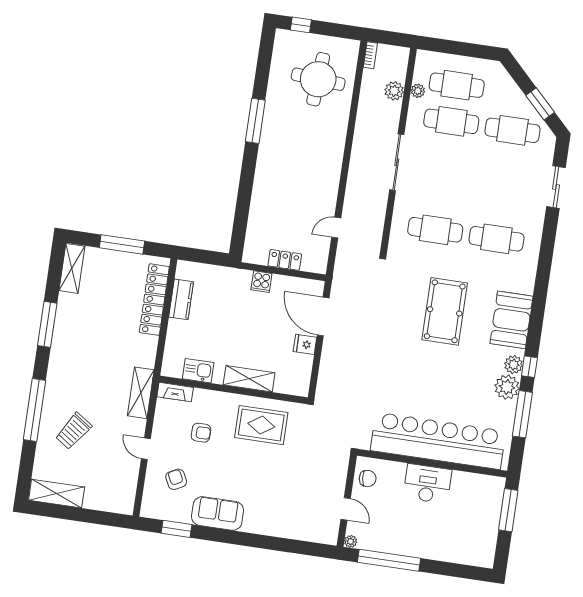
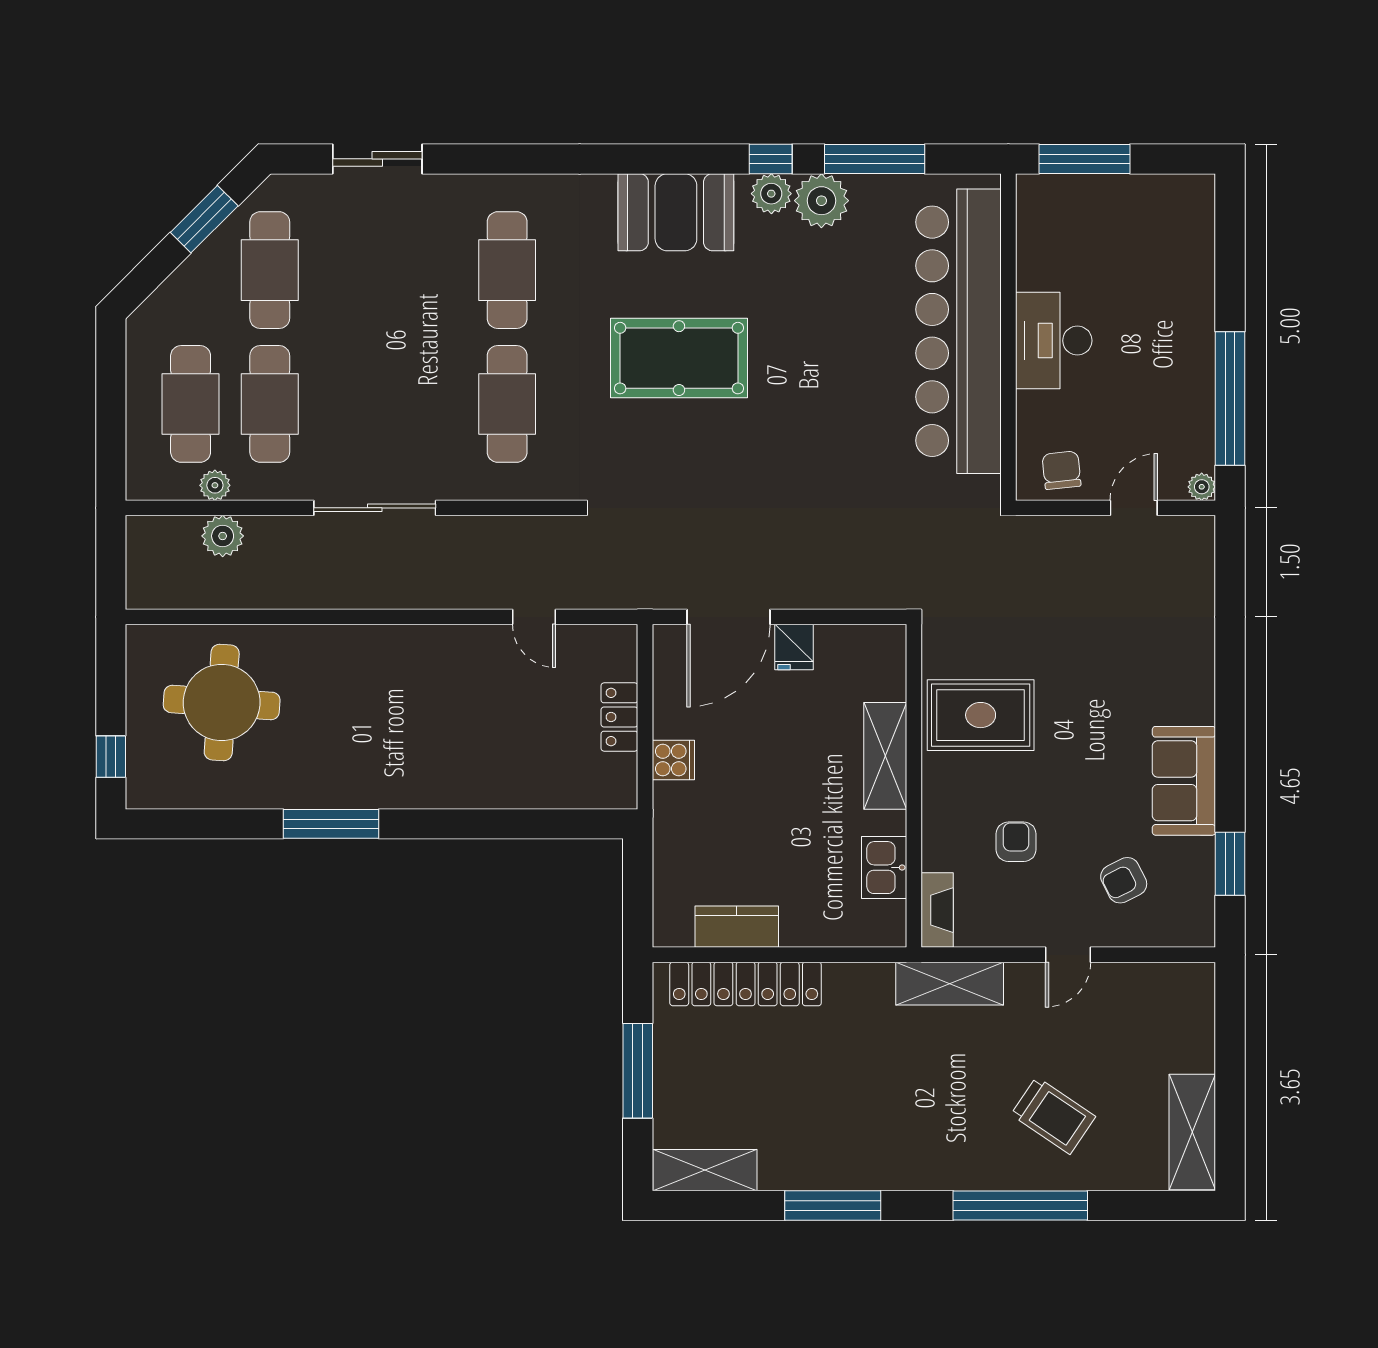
bookcase: (370, 55) -> (154, 598), removed
rug: (261, 425) -> (981, 715), turned 90

